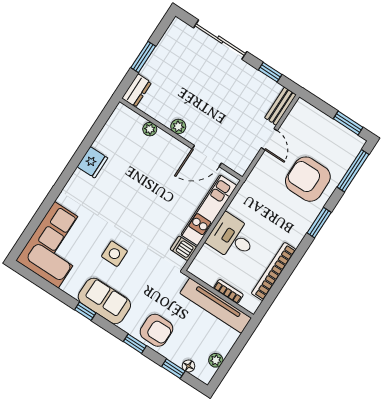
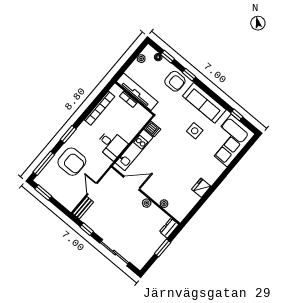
desk: (232, 238) -> (111, 145), moved
sofa: (104, 301) -> (204, 103), width x1.36
window: (85, 311) -> (237, 115), moved
armchair: (156, 330) -> (175, 81), turned 180

